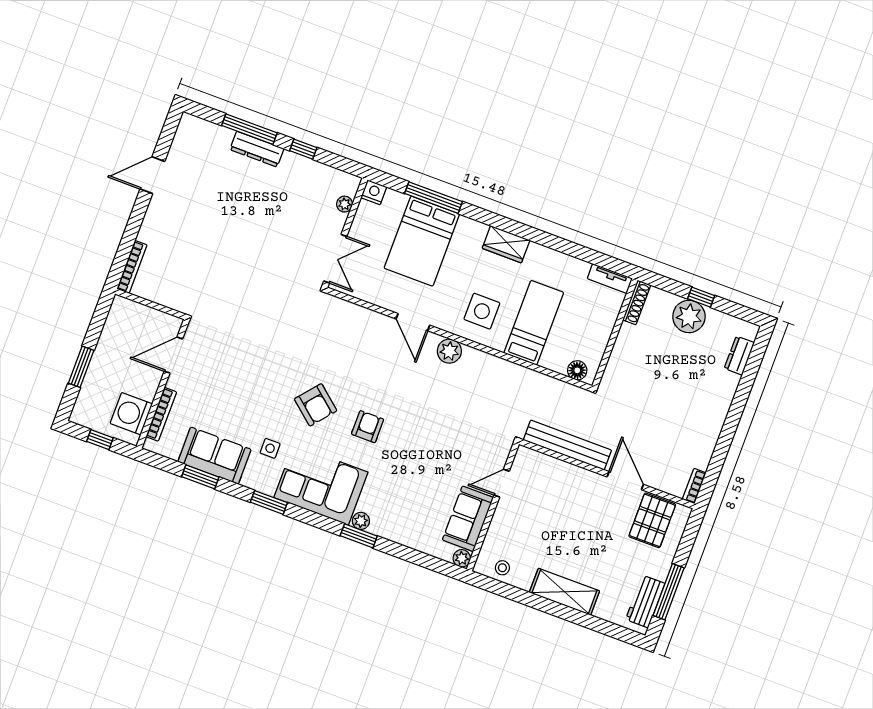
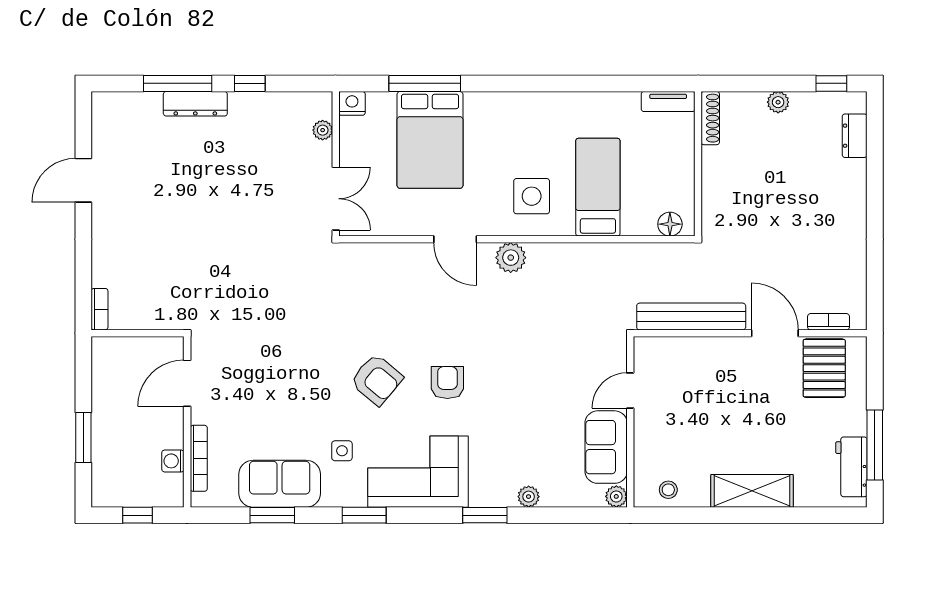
wardrobe: (506, 244) -> (531, 107), removed
bookcase: (132, 267) -> (100, 309), width x0.64
window: (701, 297) -> (831, 83), moved
plant: (689, 317) -> (778, 102), width x0.53, depth x0.53
washing machine: (131, 414) -> (173, 461), width x0.53, depth x0.53
bookcase: (694, 486) -> (829, 322), moved, turned 90
plant: (361, 521) -> (529, 497), moved

